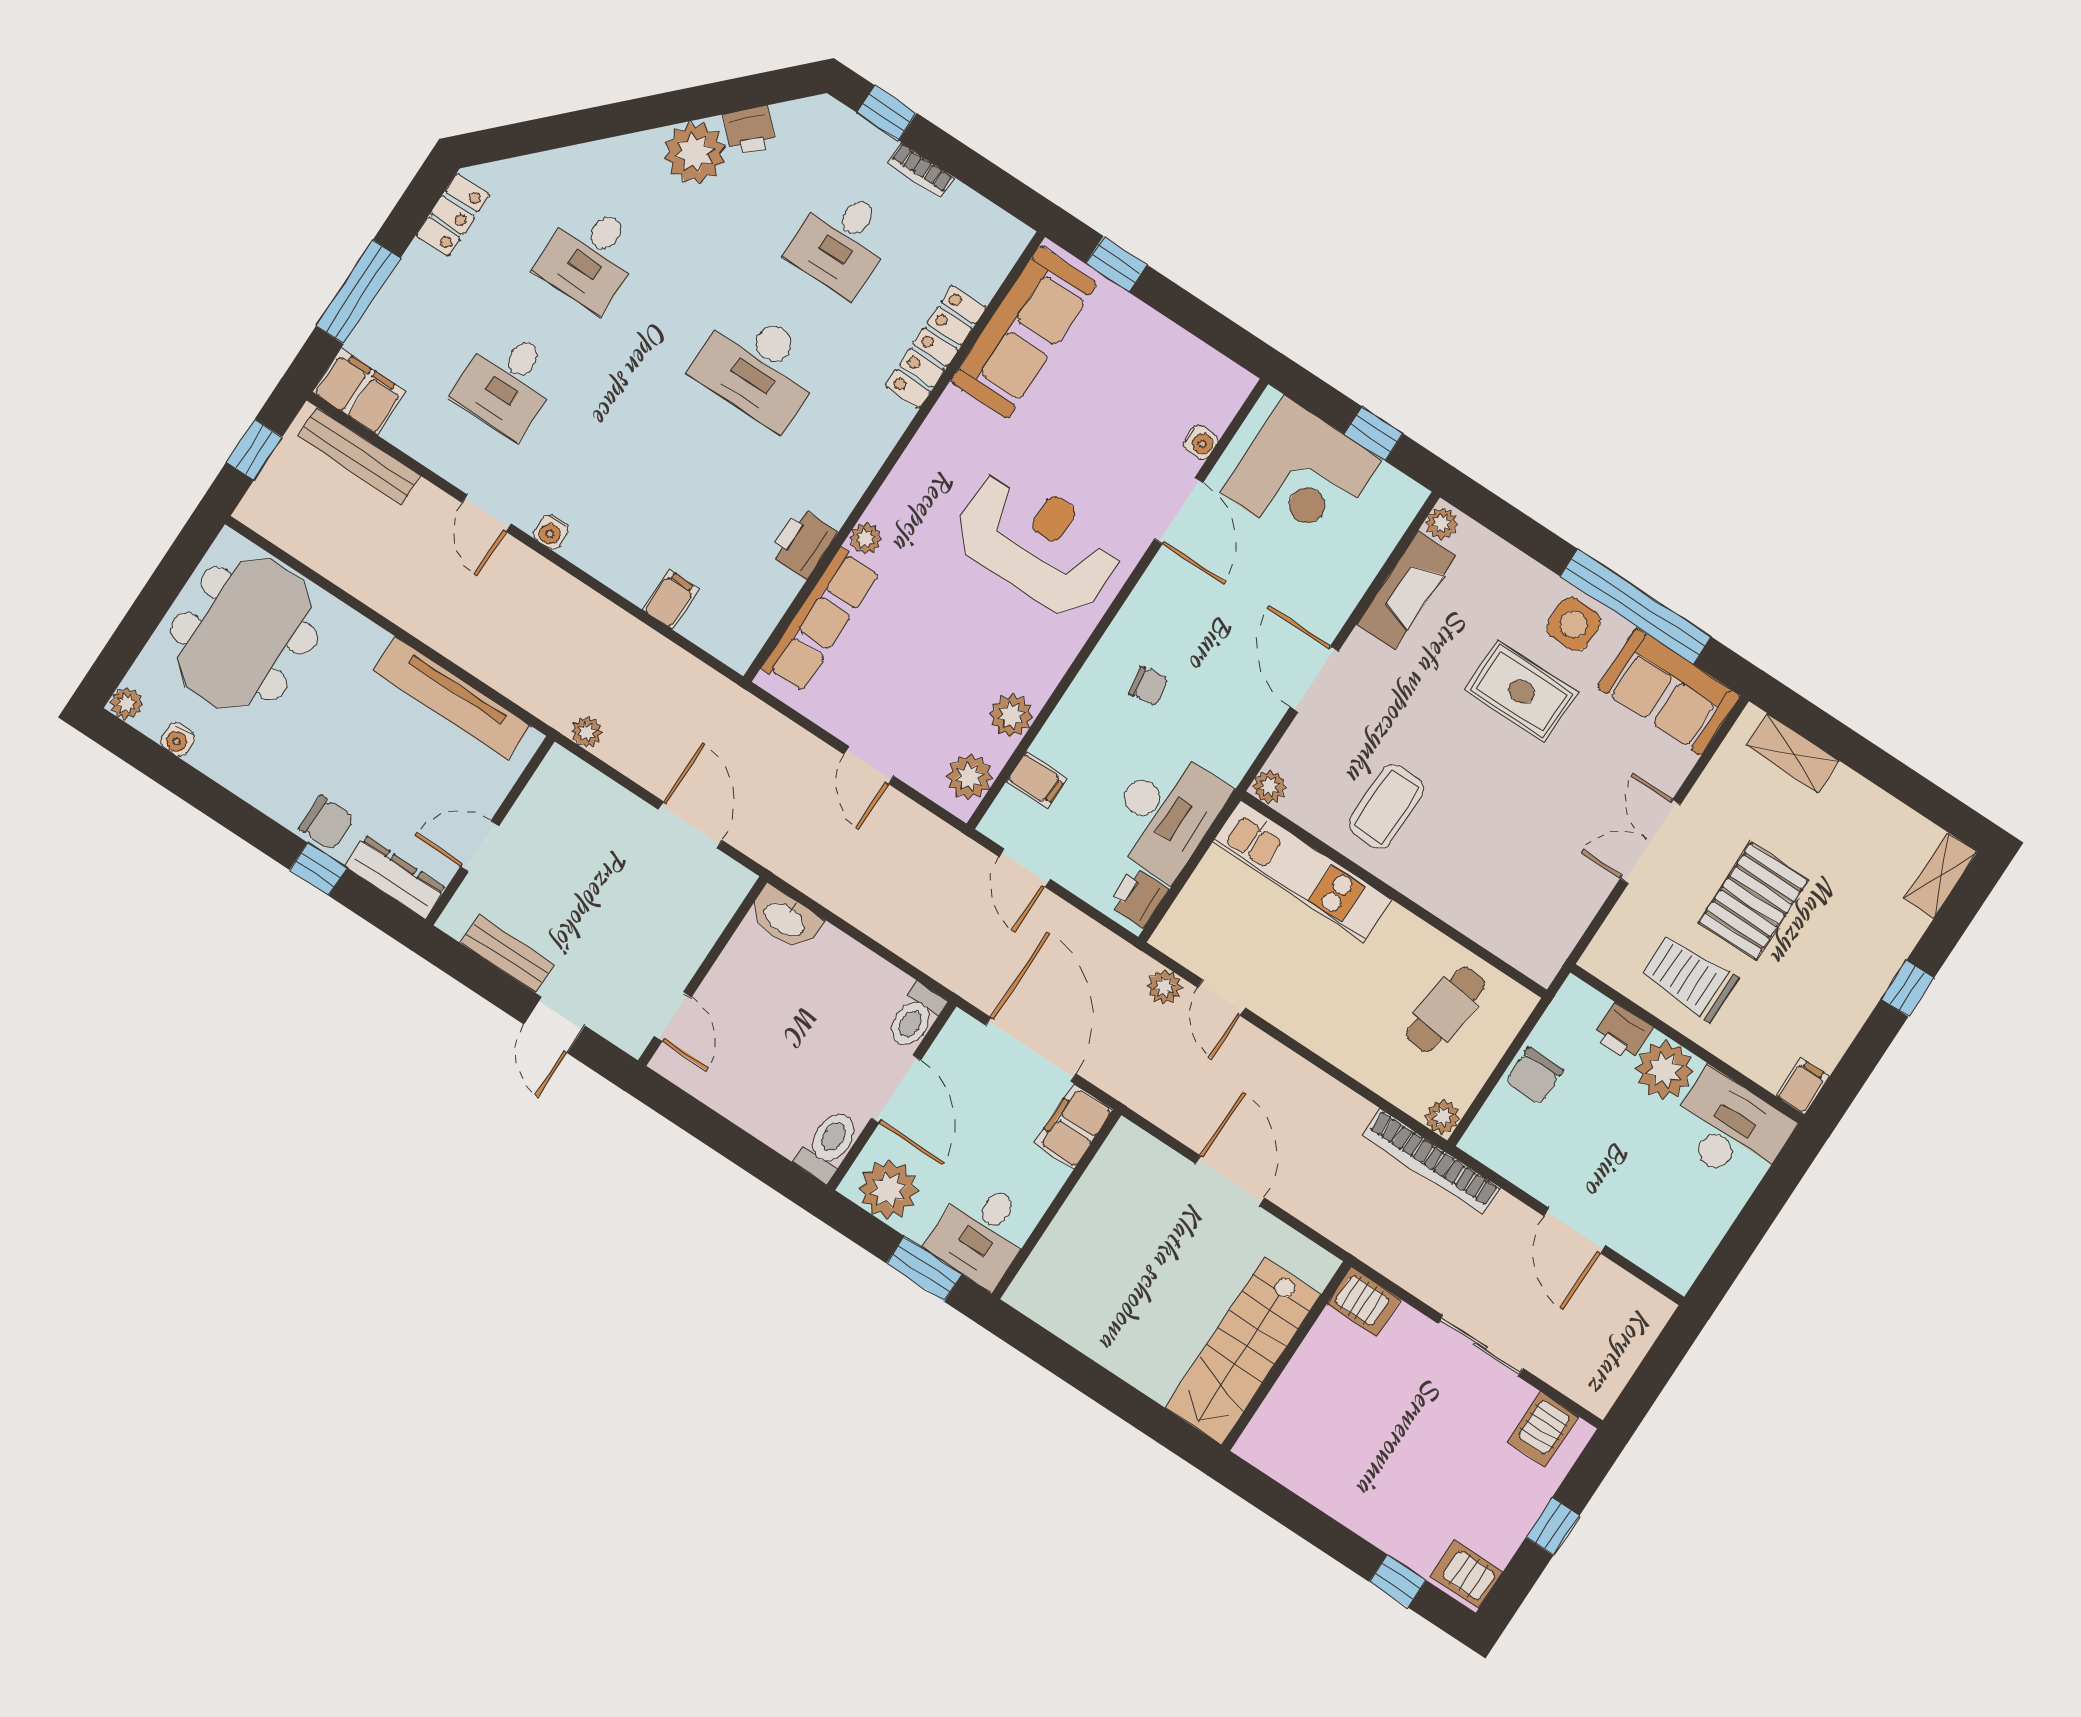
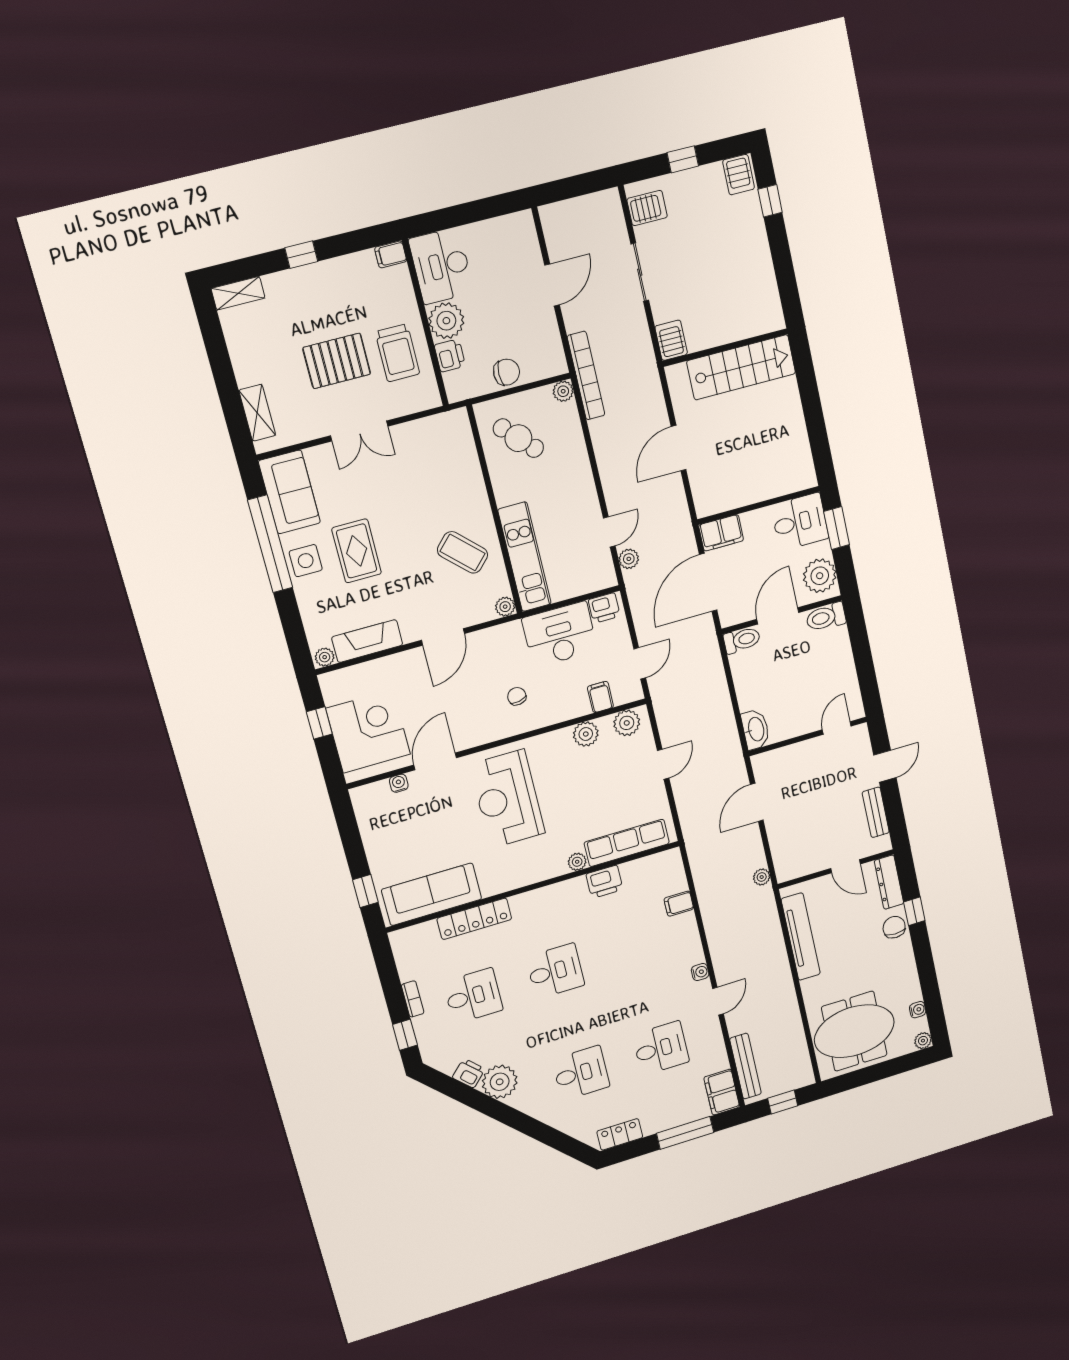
desk: (758, 367) -> (555, 971), width x0.73
coffee table: (1387, 807) -> (462, 552), turned 44
cafe table: (1446, 1009) -> (518, 438), turned 39

